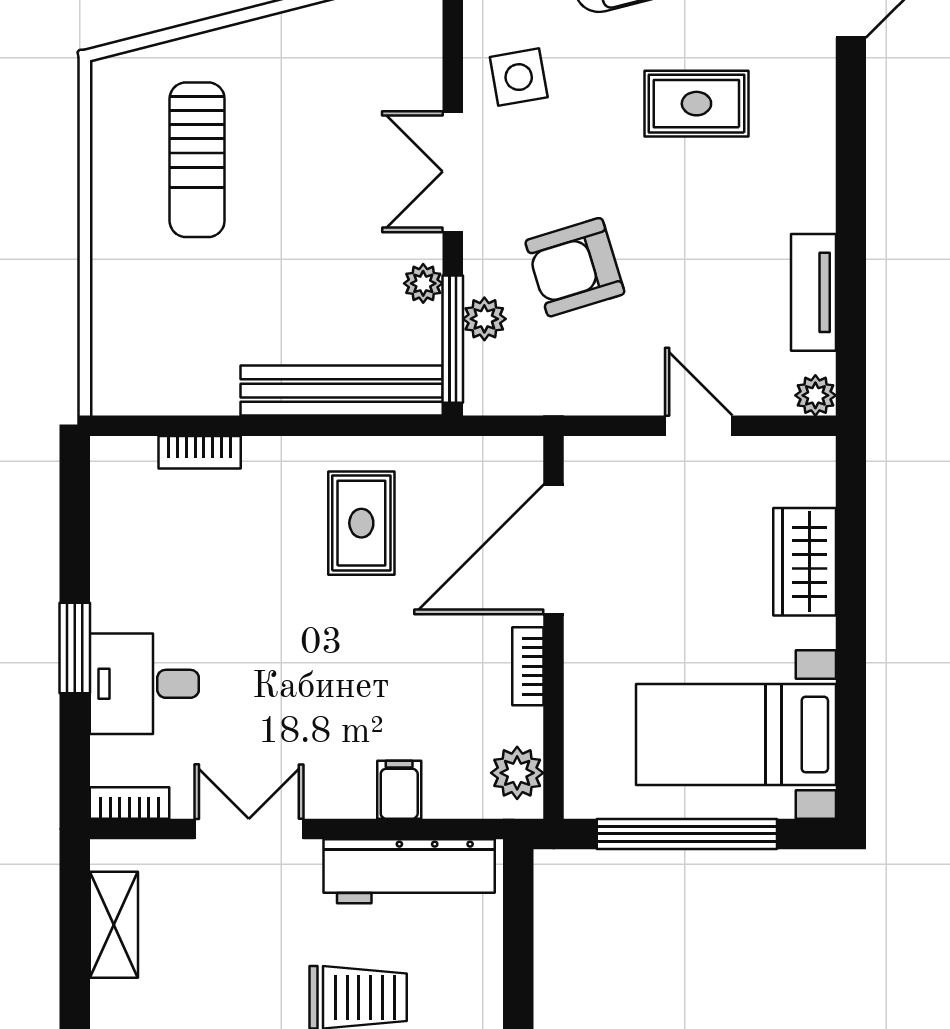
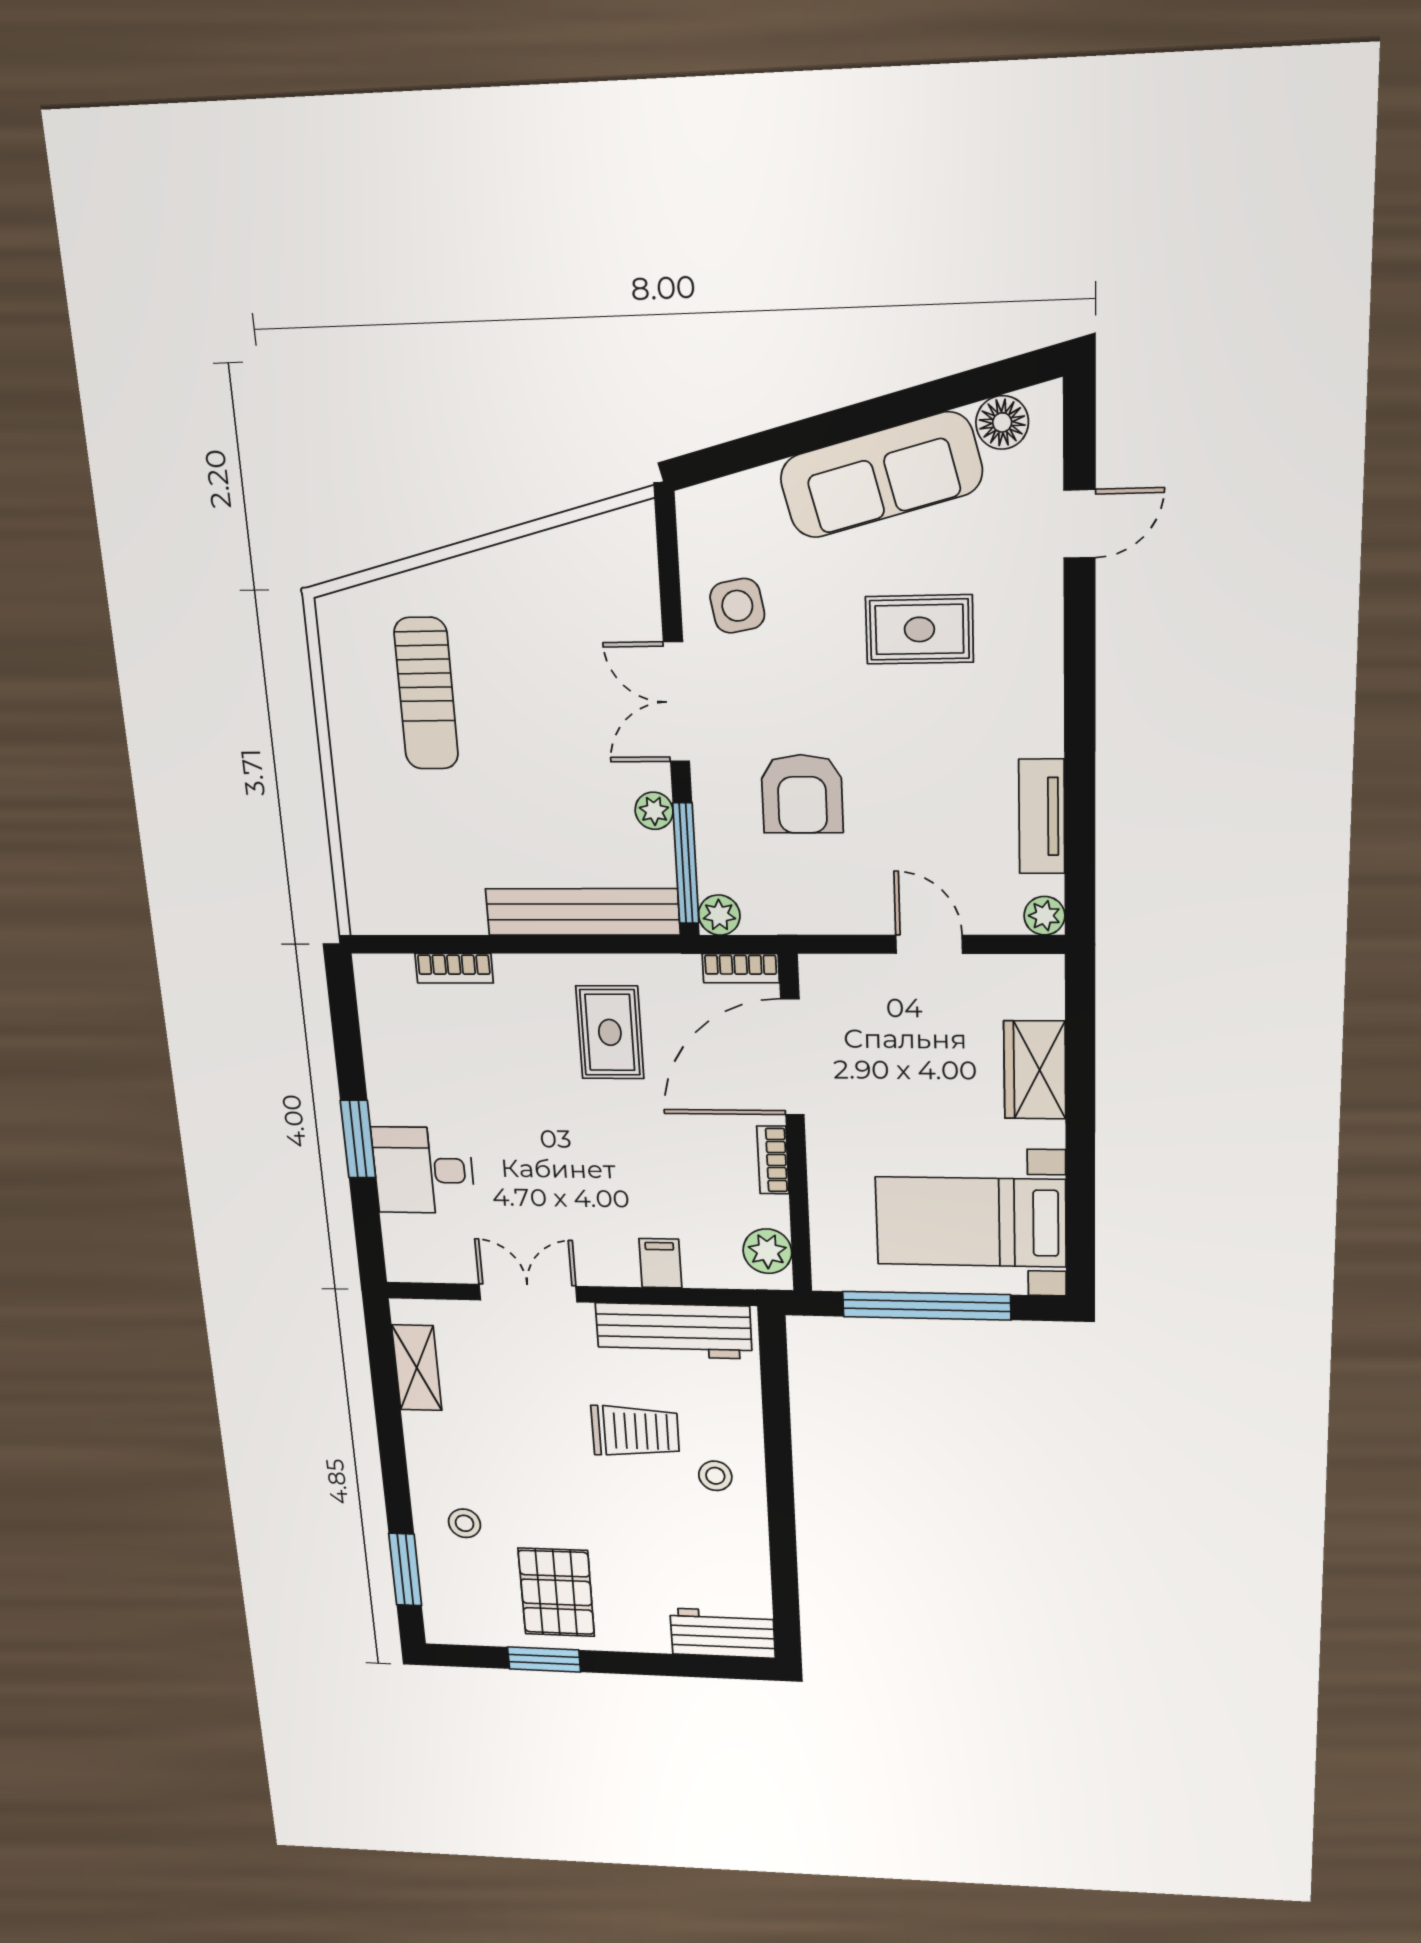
armchair: (575, 267) -> (802, 794), turned -73
plant: (484, 319) -> (719, 915), moved
bookcase: (130, 803) -> (741, 968), moved, turned 180

